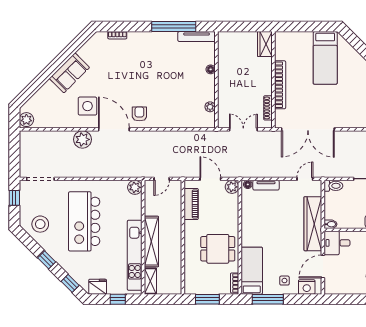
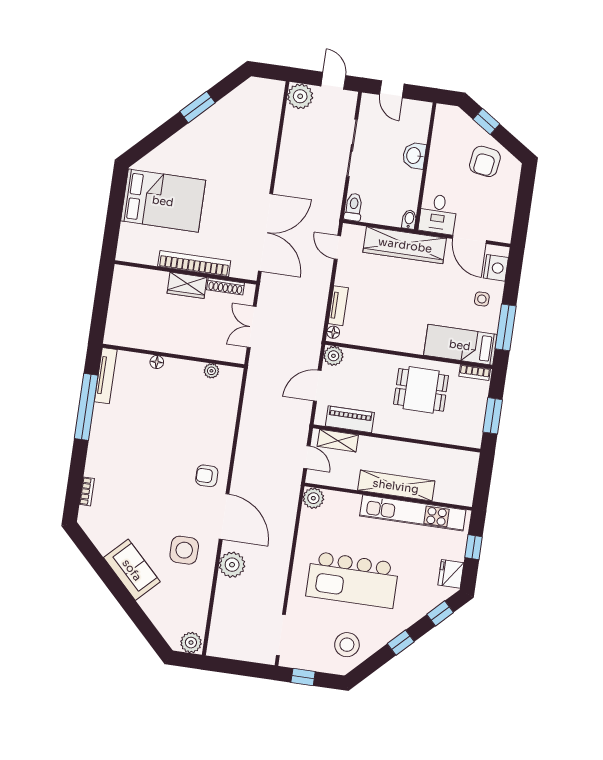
wardrobe: (265, 44) -> (187, 285), moved
bed: (325, 58) -> (163, 201), width x1.50
door: (114, 129) -> (224, 517), swing flipped
dining table: (218, 249) -> (421, 390), turned 90
shelving: (150, 281) -> (338, 441), moved

